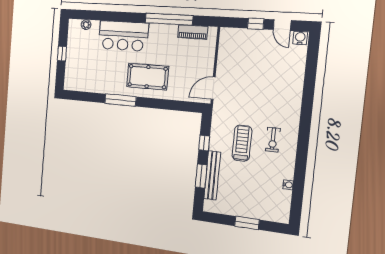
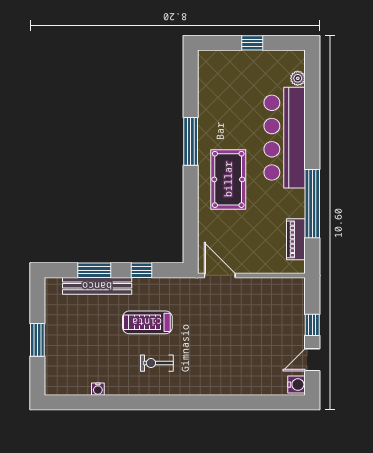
bar counter: (123, 36) -> (285, 138), width x1.36
treadmill: (242, 143) -> (147, 322), turned 180

